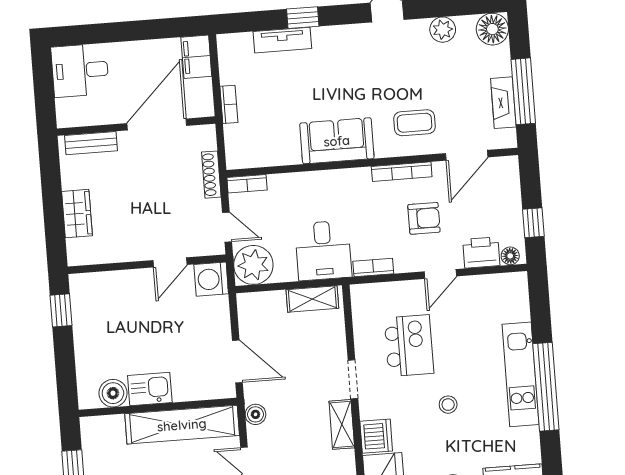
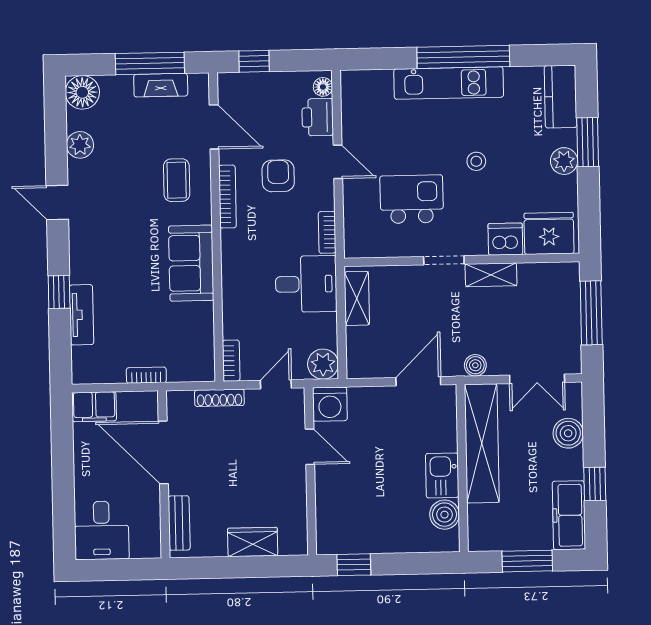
window: (533, 223) -> (254, 61), moved
plant: (253, 265) -> (323, 364), width x0.73, depth x0.73

